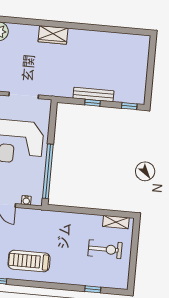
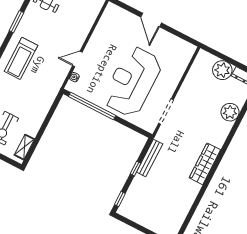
wardrobe: (53, 35) -> (205, 164), width x1.50
bench: (93, 95) -> (150, 158), moved
treadmill: (29, 261) -> (21, 58), turned 180

